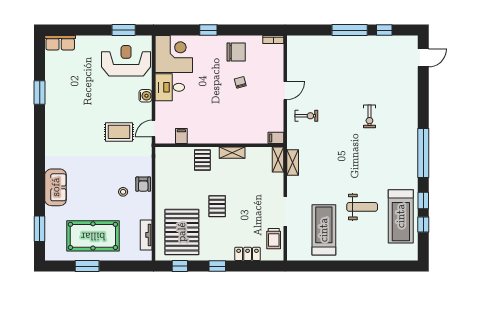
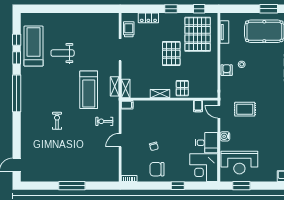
window: (384, 30) -> (46, 186), removed
door: (154, 129) -> (219, 112), swing flipped
pallet: (217, 206) -> (171, 54), width x1.50, depth x1.42
treadmill: (324, 230) -> (89, 90), moved

